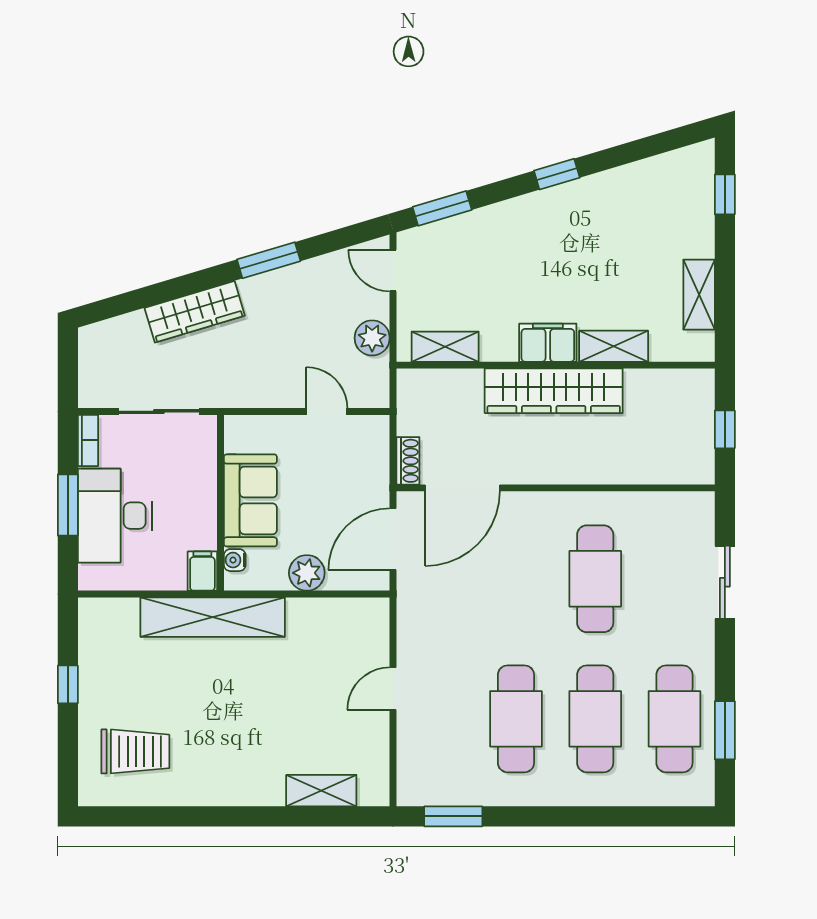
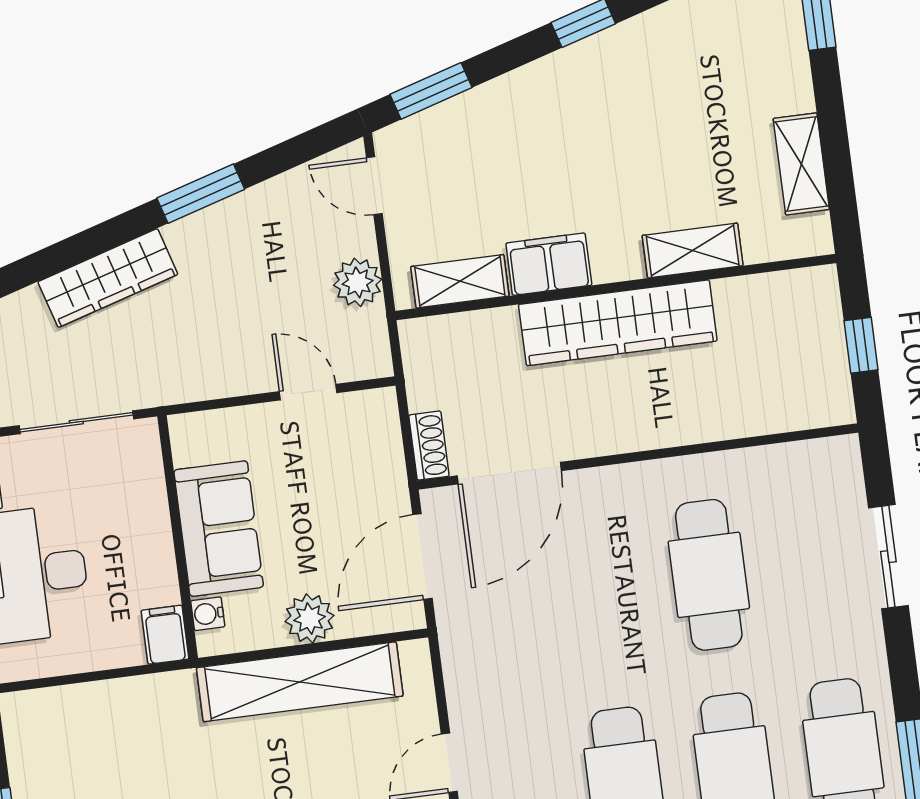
filing cabinet: (548, 343) -> (549, 264), moved
shelving: (213, 617) -> (300, 682), moved

